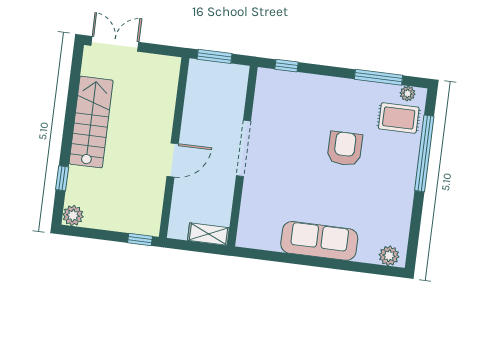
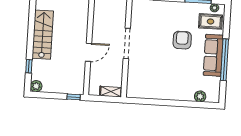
window: (424, 153) -> (225, 60), moved
sofa: (319, 241) -> (213, 55), moved, turned -90
plant: (389, 256) -> (200, 96), moved

